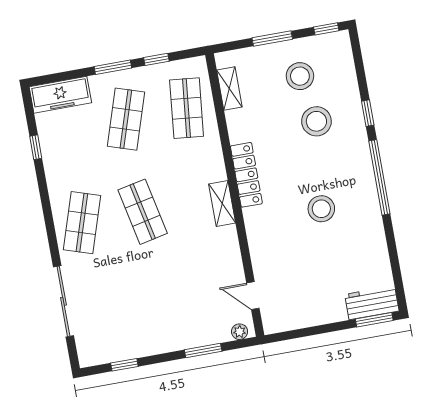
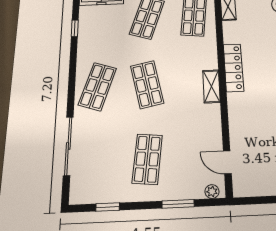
shop shelf: (159, 304) -> (147, 159), added

